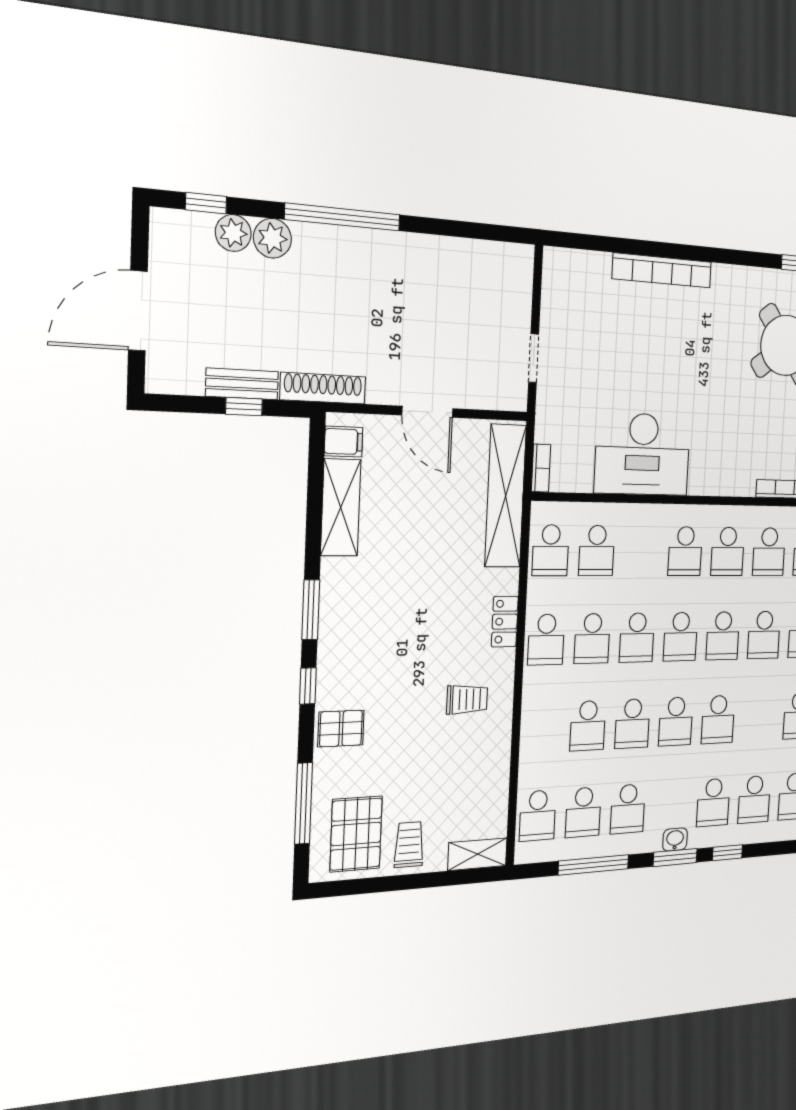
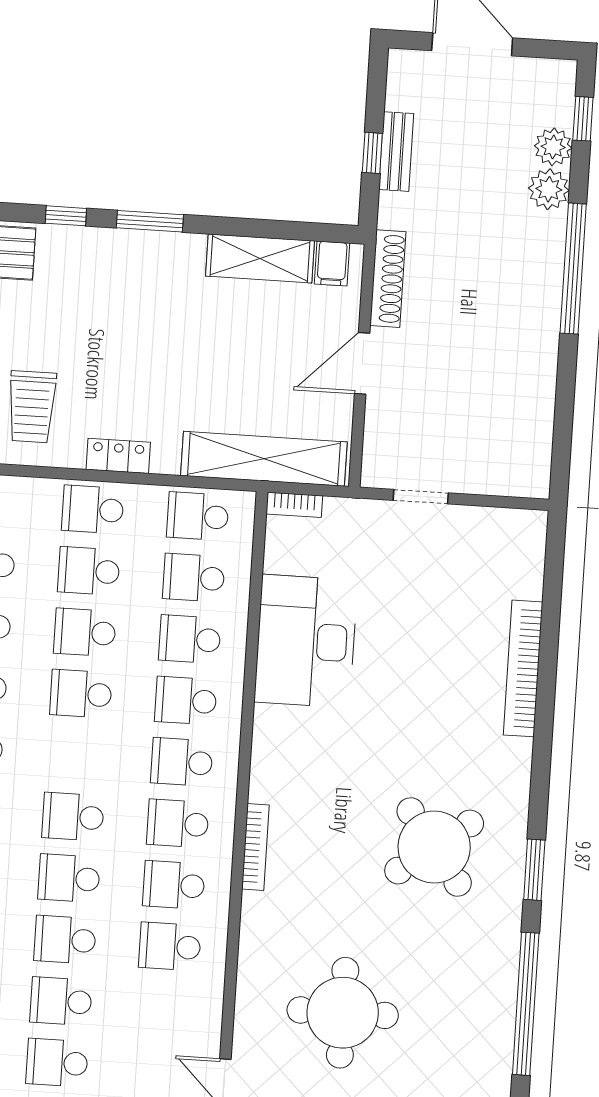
shoe rack: (323, 388) -> (388, 279), moved
school desk: (723, 636) -> (190, 639), moved
trolley: (467, 699) -> (32, 407), width x1.36, depth x1.39

